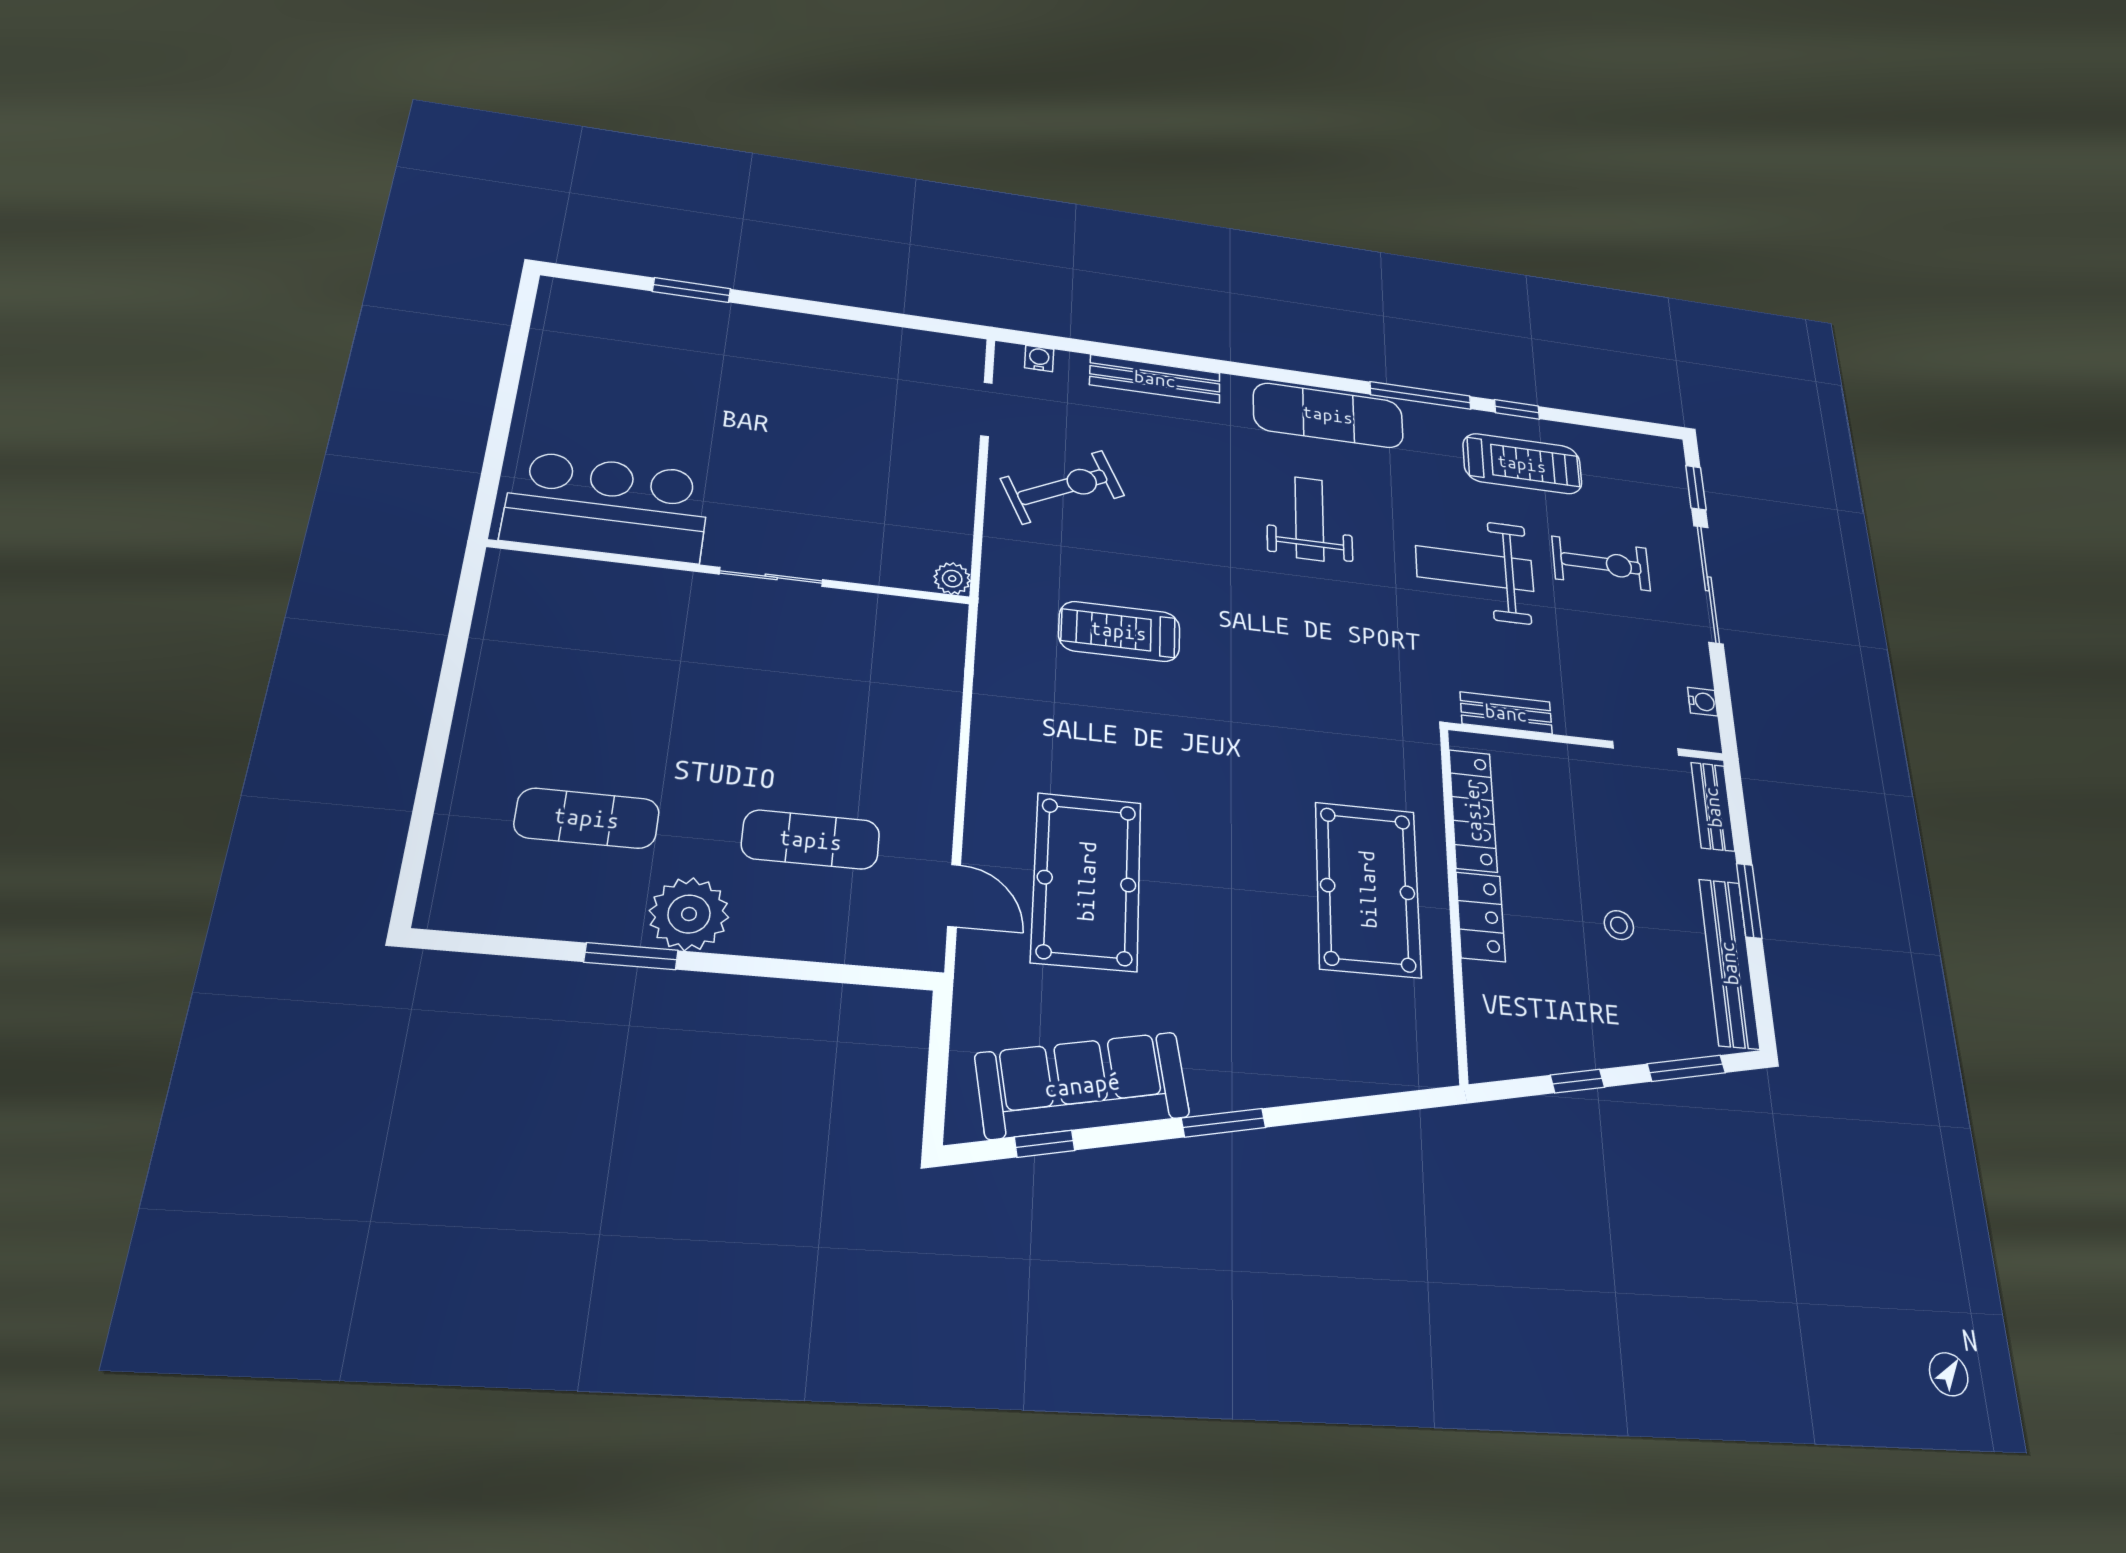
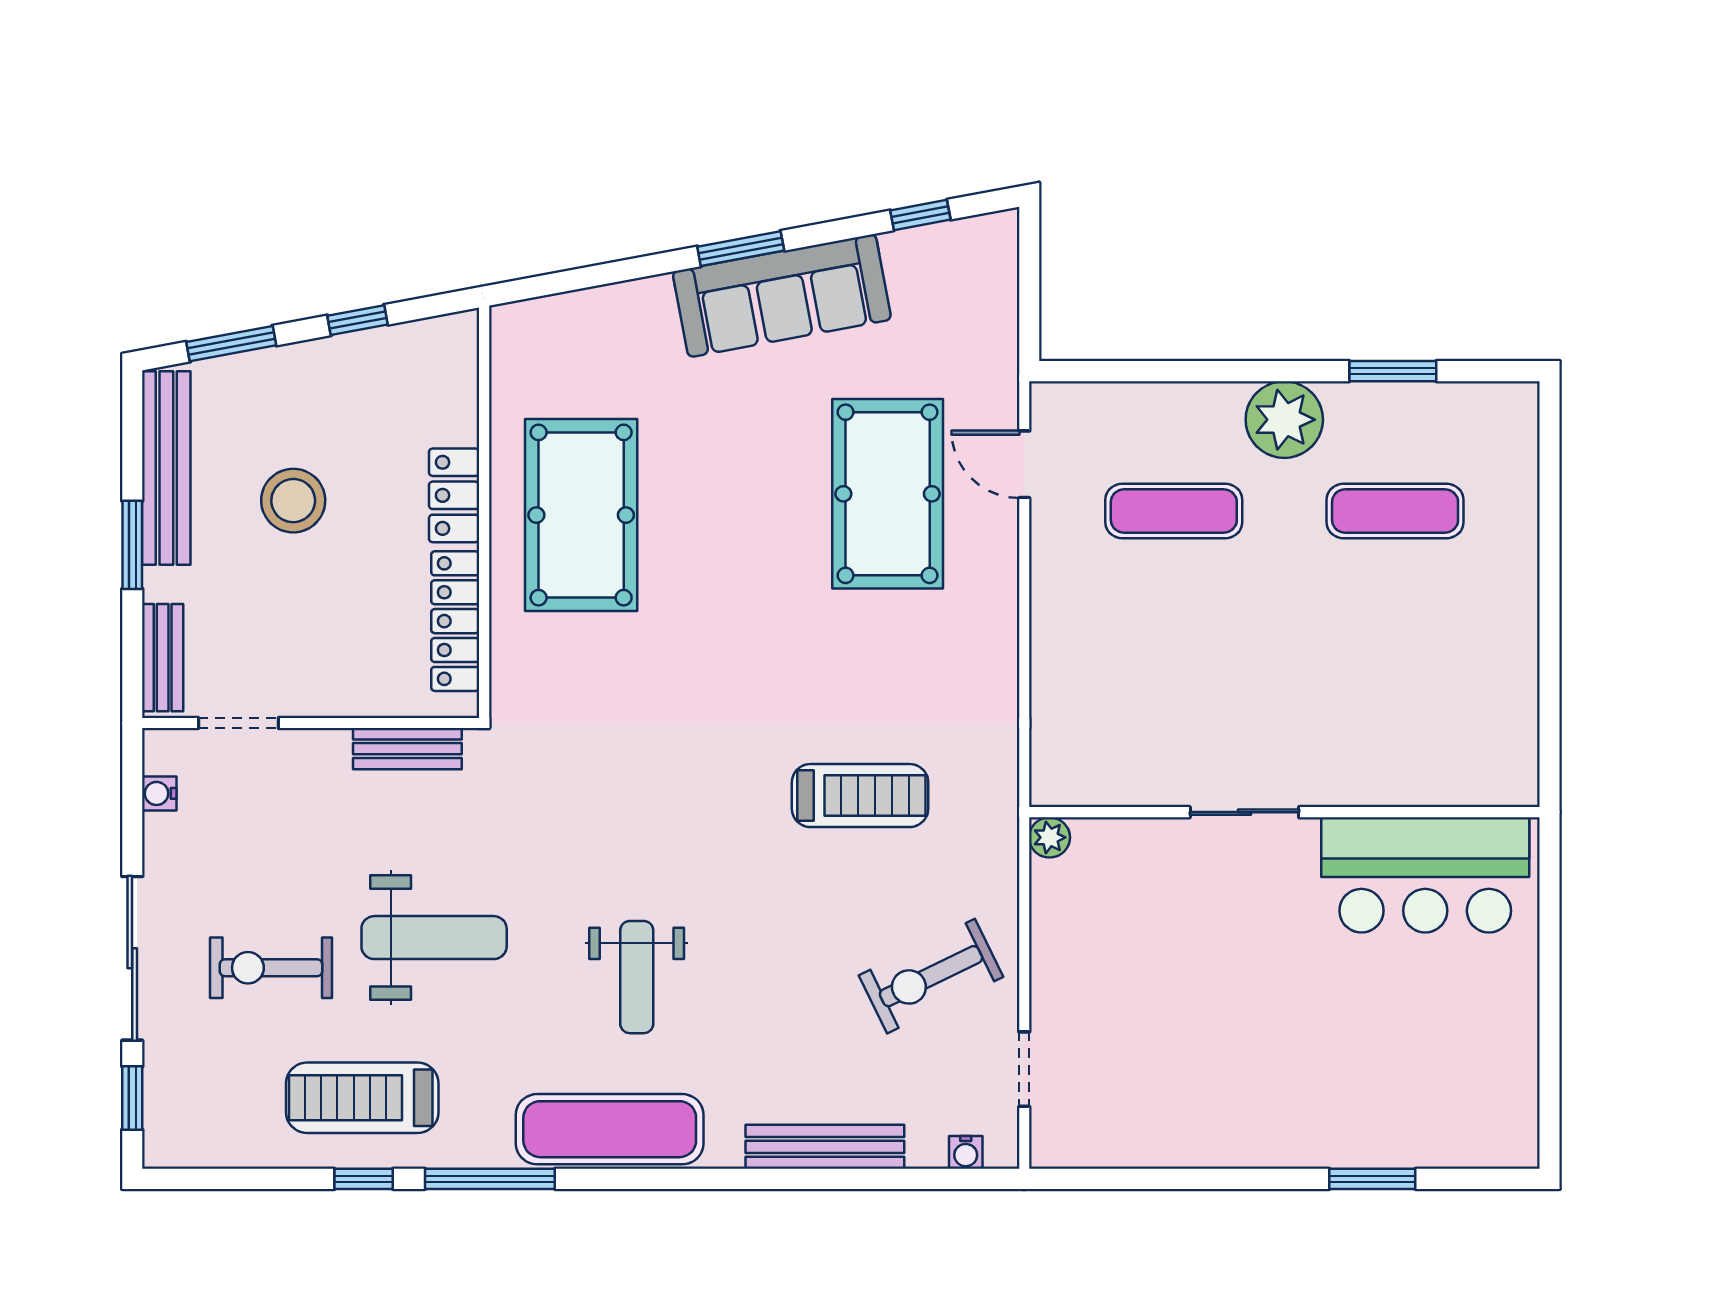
stool: (1619, 925) -> (293, 501), width x1.89, depth x1.89
window: (631, 956) -> (1393, 371), moved
sofa: (1082, 1085) -> (782, 296), moved

